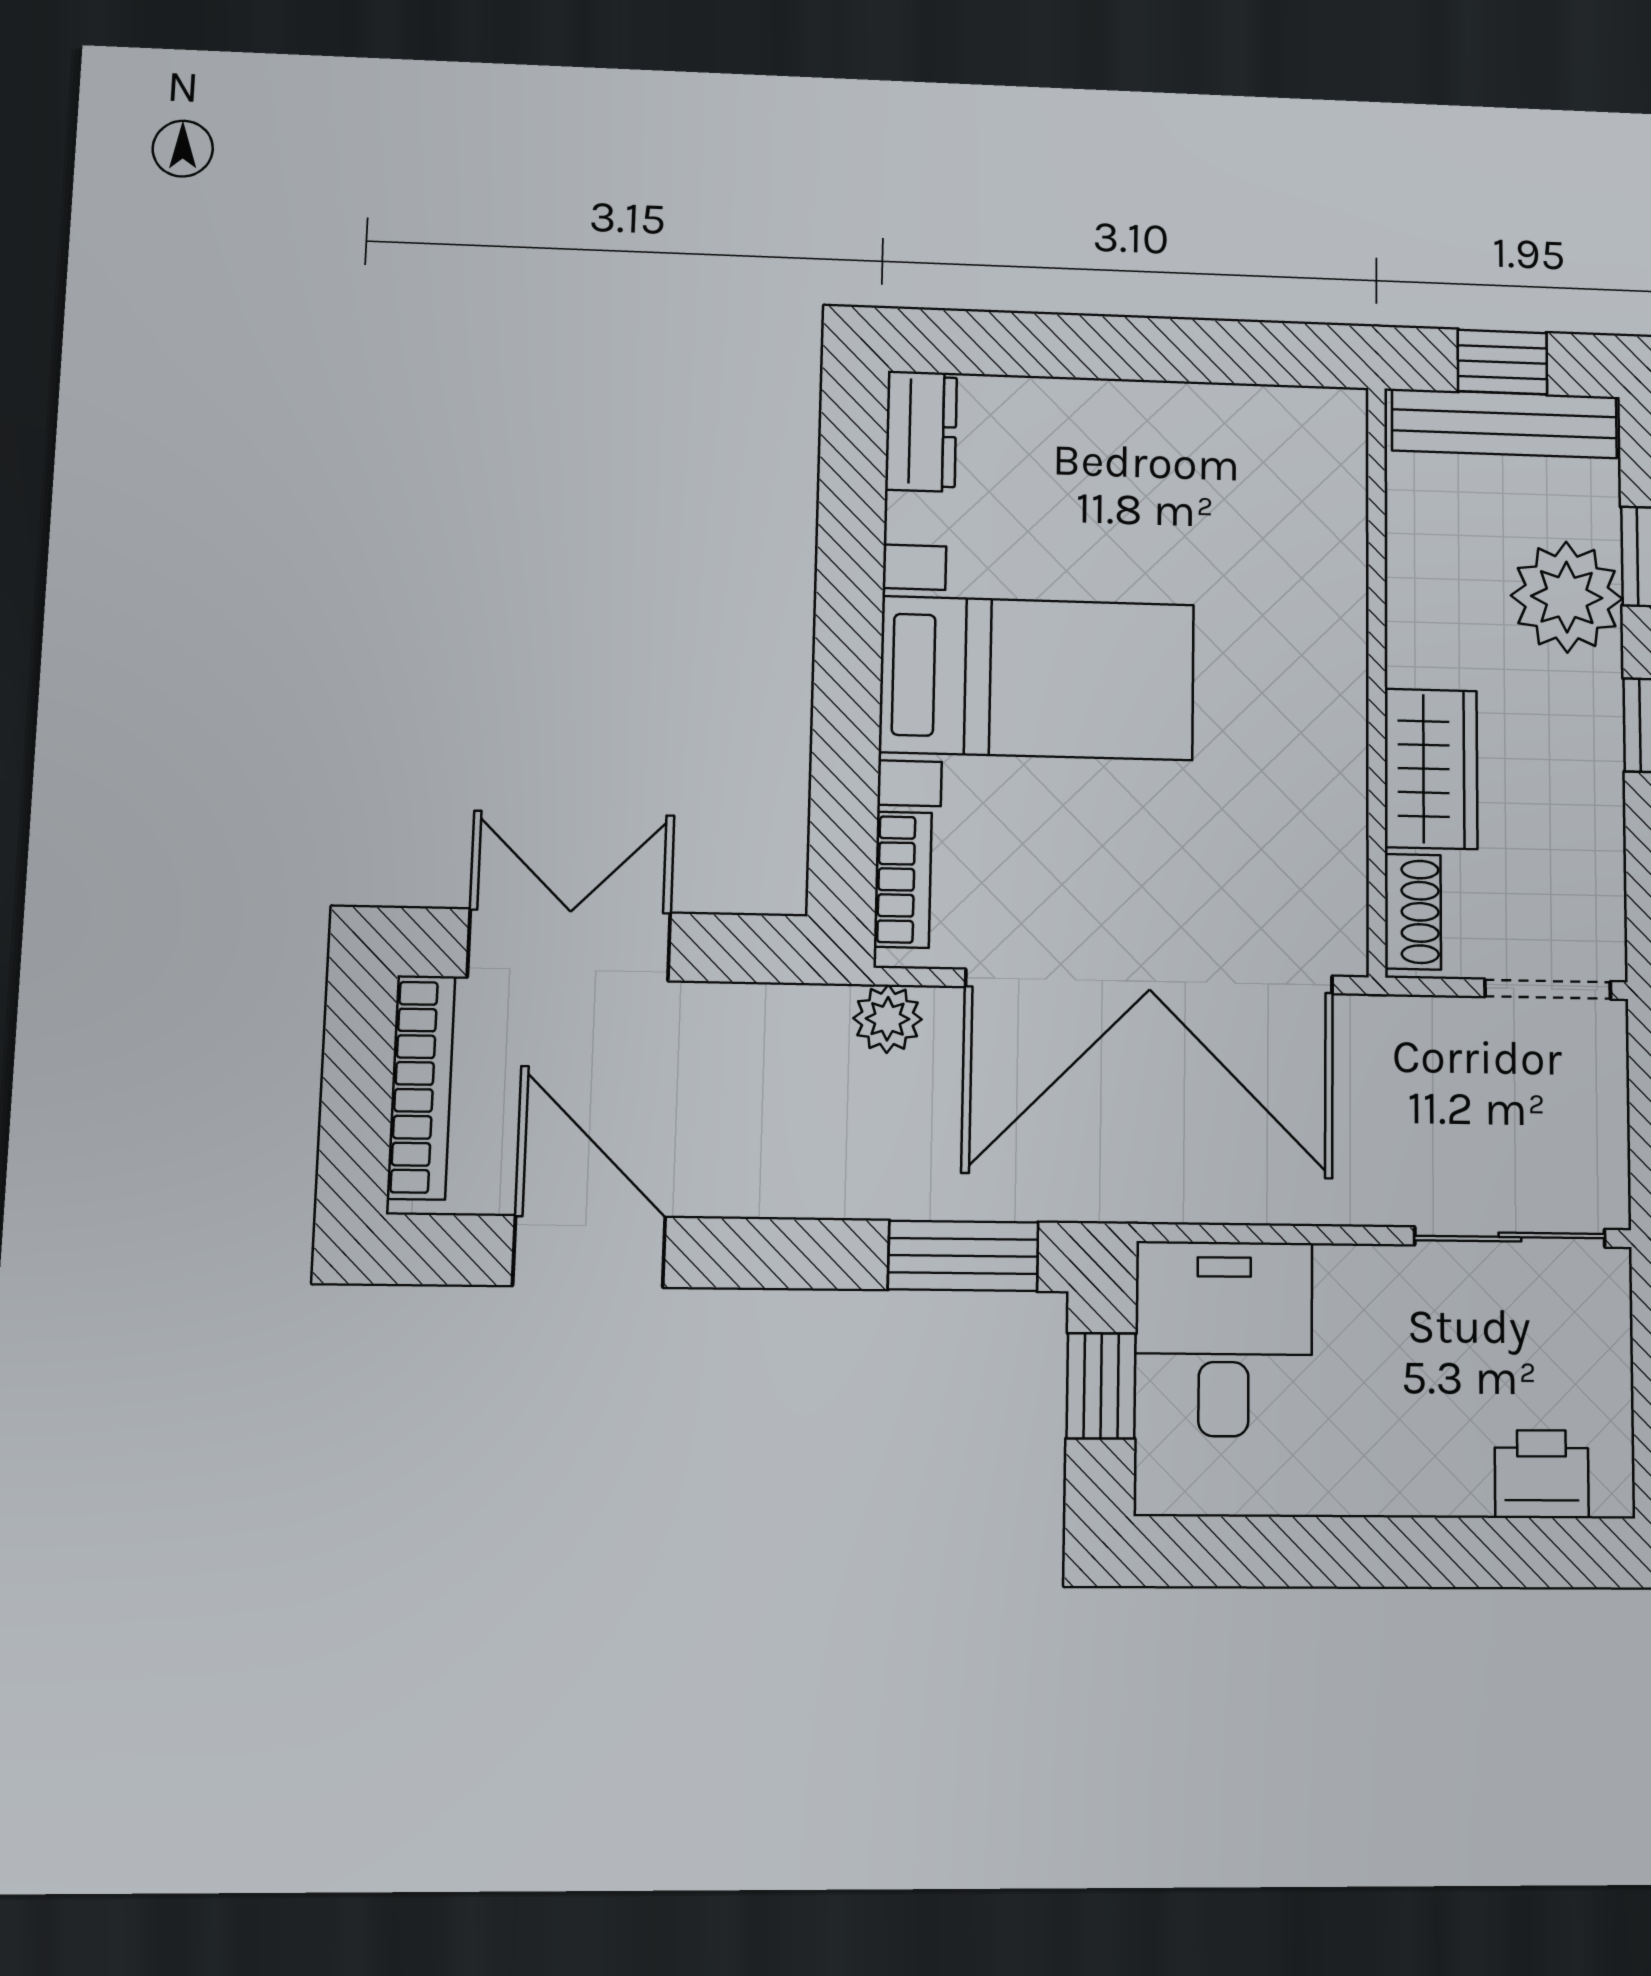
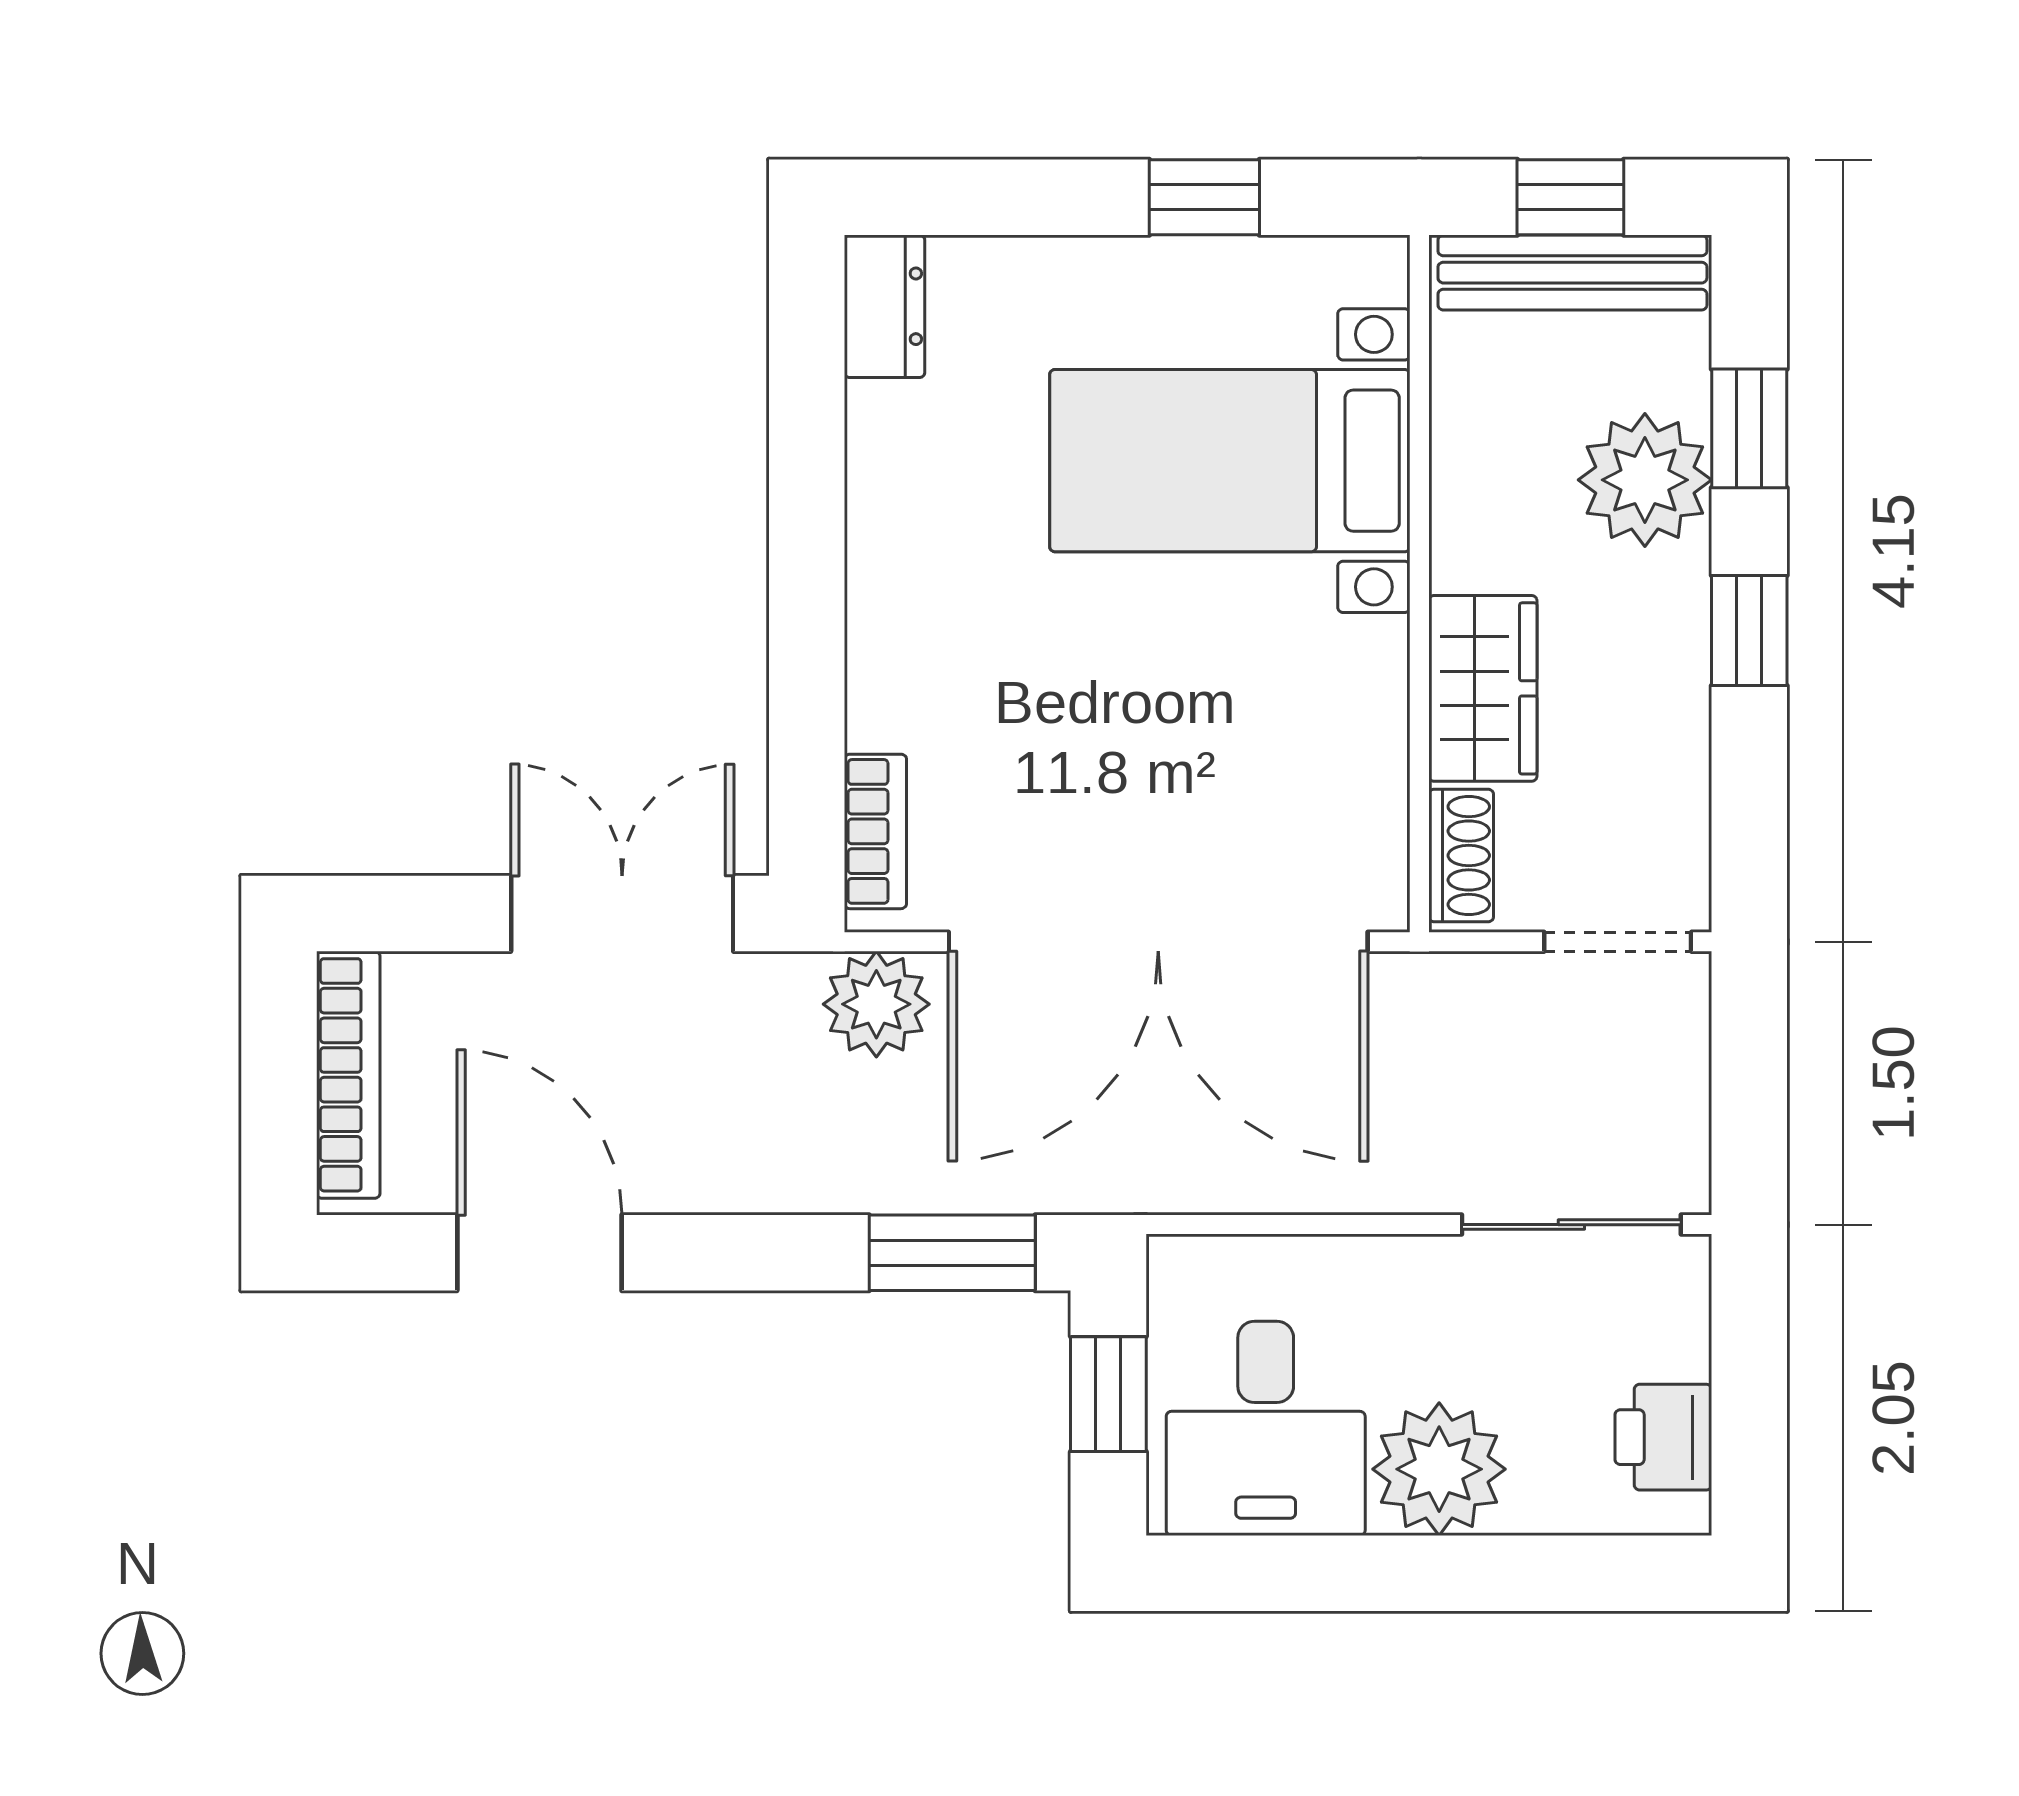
window: (1196, 351) -> (1204, 197), added
bed with nightstands: (1037, 678) -> (1230, 461), moved, turned 180
double door: (569, 945) -> (622, 914), moved
plant: (888, 1019) -> (876, 1004), width x1.38, depth x1.38
desk: (1224, 1339) -> (1266, 1428), moved, turned 180
plant: (1395, 1457) -> (1439, 1469), added
printer: (1542, 1474) -> (1663, 1437), moved, turned -90

